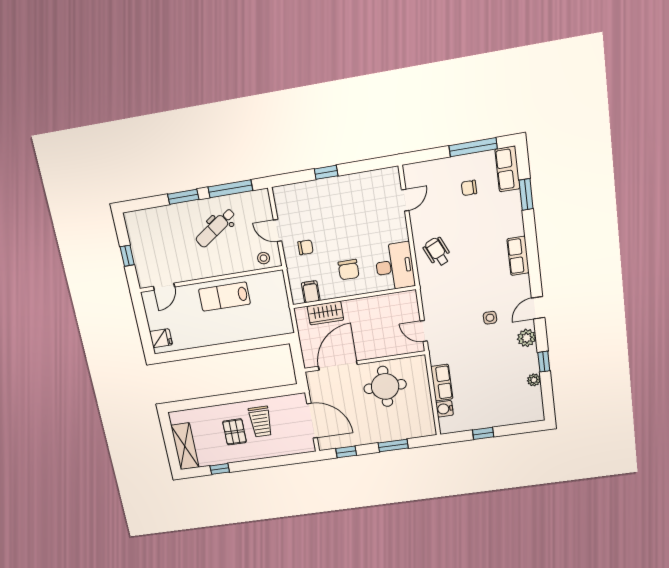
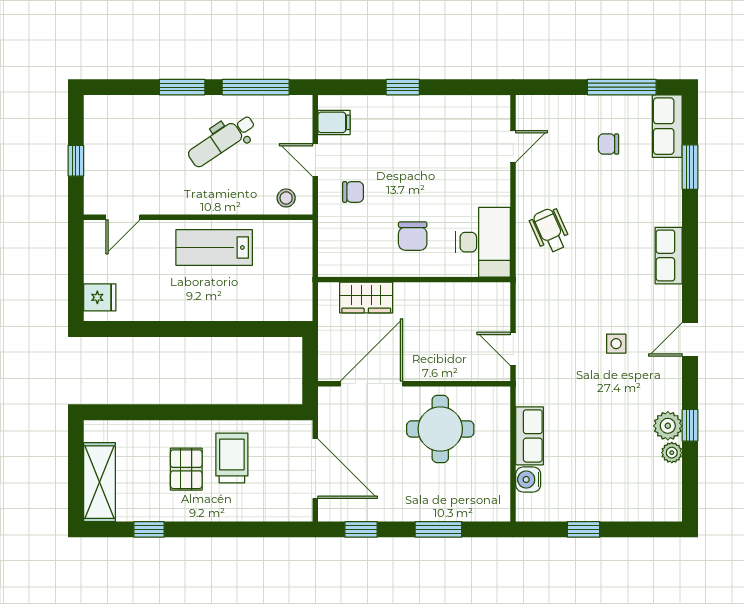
filing cabinet: (311, 292) -> (334, 122), moved, turned 90
plant: (527, 338) -> (668, 426), moved
trolley: (261, 422) -> (232, 458), turned 180

